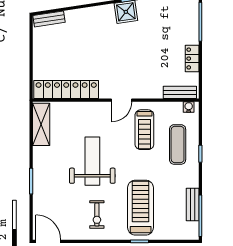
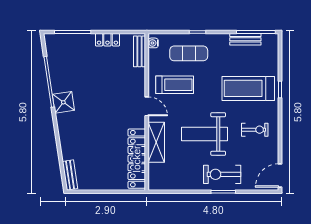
shelving: (41, 124) -> (156, 142), moved, turned 90
exercise bike: (50, 180) -> (222, 174), added

